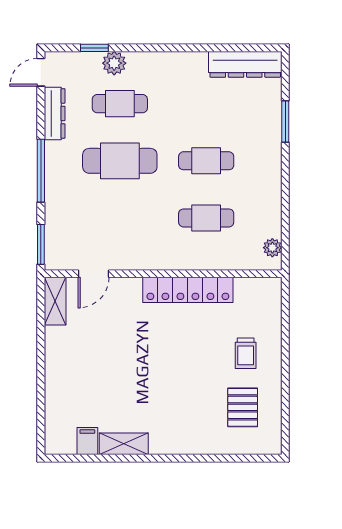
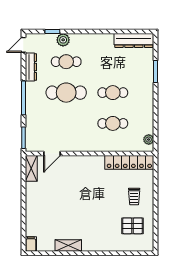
locker: (188, 290) -> (129, 162), moved
pallet: (243, 407) -> (132, 226), turned 90
filing cabinet: (87, 441) -> (31, 244), moved

